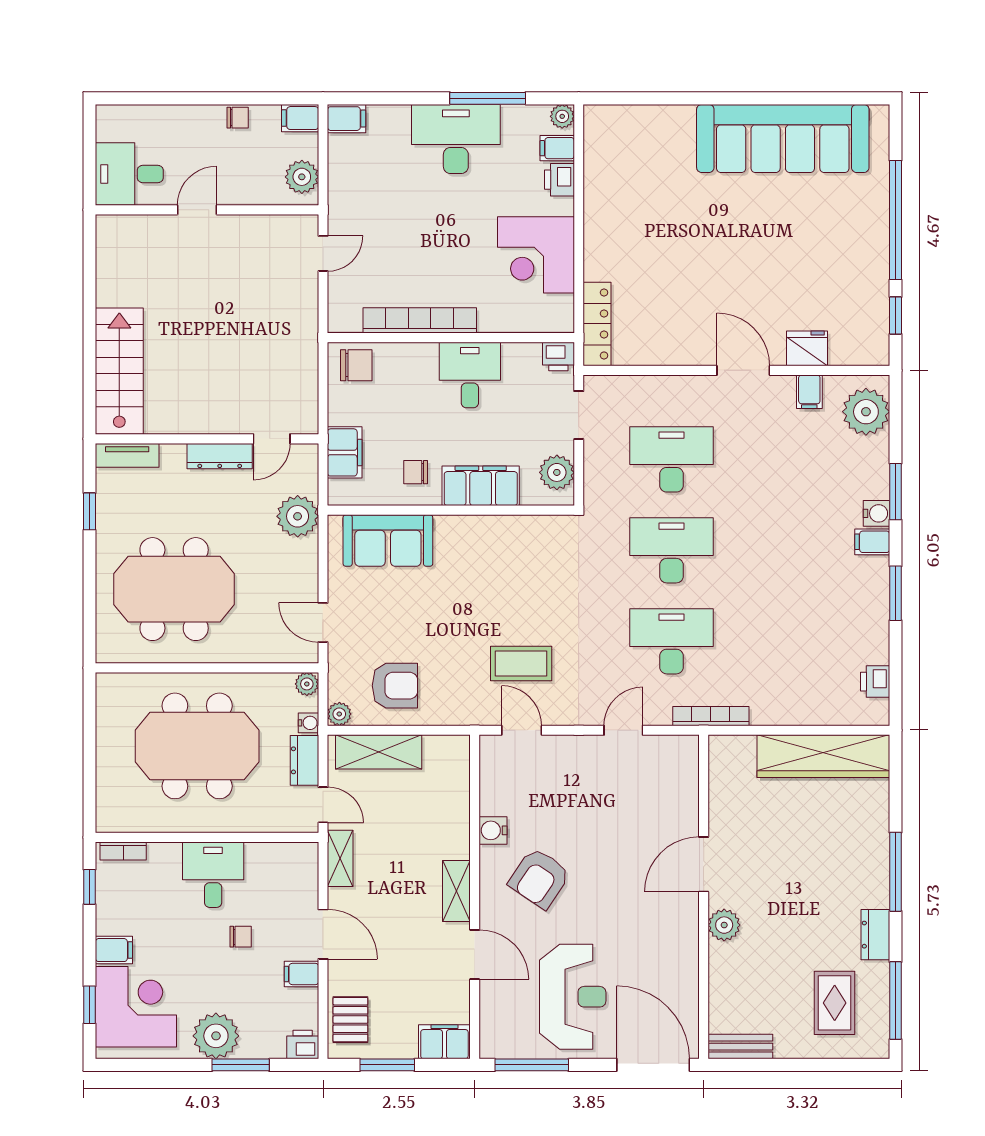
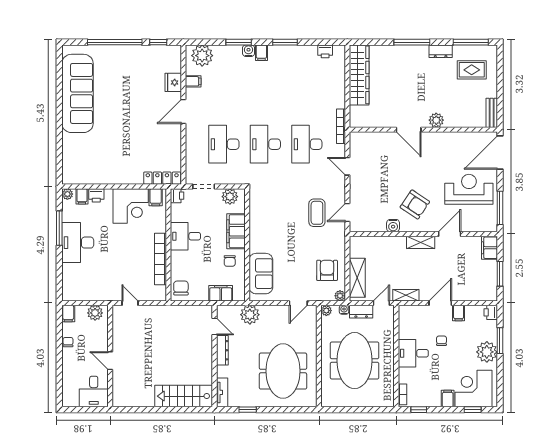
filing cabinet: (347, 119) -> (156, 197), moved, turned 180
pallet: (350, 1020) -> (479, 291), removed

